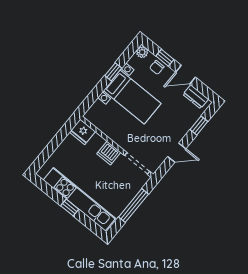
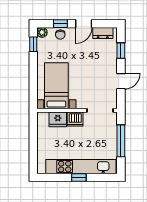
window: (113, 72) -> (33, 44), moved
bed with nightstands: (132, 97) -> (56, 86), moved, turned -90
fridge: (82, 132) -> (58, 119), moved

